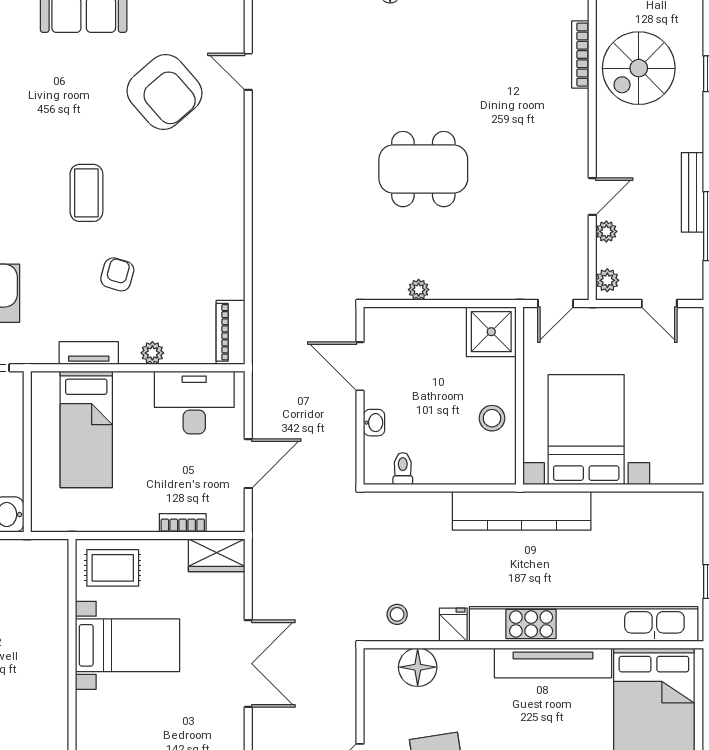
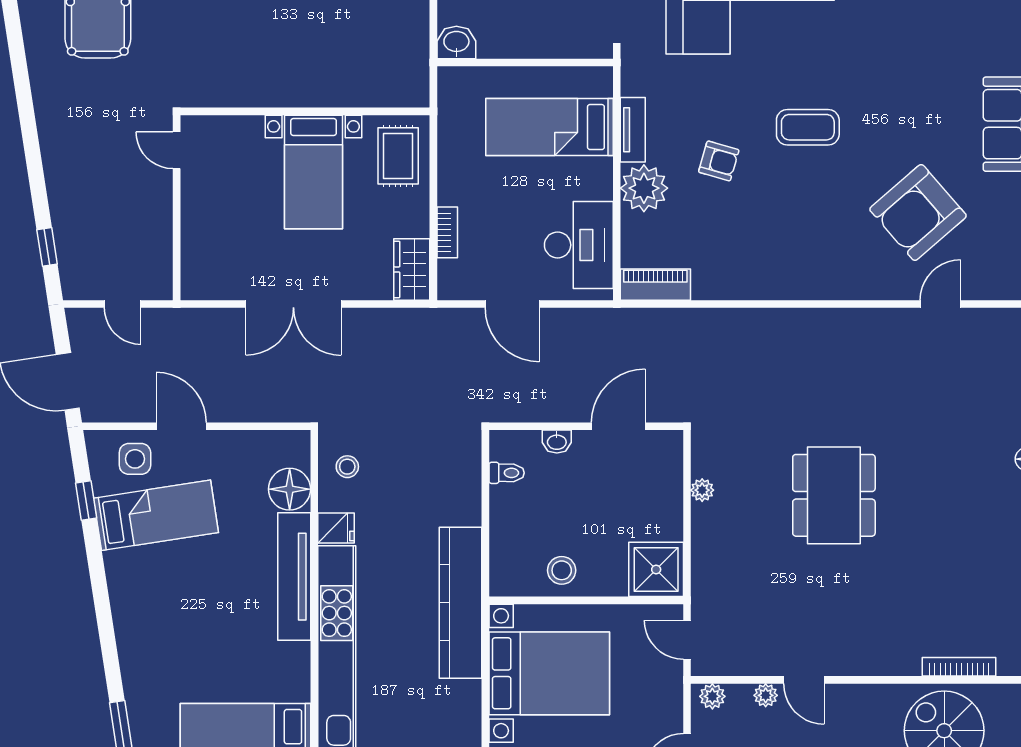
plant: (152, 353) -> (644, 188), width x1.88, depth x1.88
tv unit: (553, 663) -> (294, 577), moved

